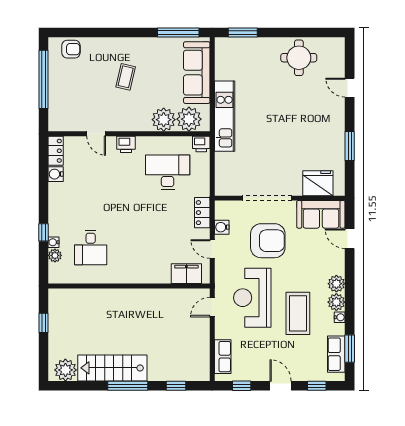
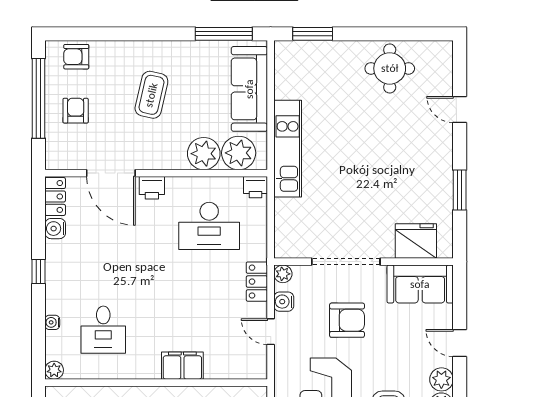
armchair: (71, 49) -> (76, 57), turned 180
coffee table: (126, 77) -> (151, 95), width x1.36, depth x1.30
armchair: (70, 88) -> (76, 111), added
door: (96, 134) -> (111, 173), width x1.87
desk: (168, 172) -> (209, 226), turned 180
plant: (221, 207) -> (283, 274), added
window: (44, 232) -> (38, 272), moved
door: (350, 239) -> (460, 343), moved
armchair: (268, 241) -> (347, 320), width x0.73, depth x0.73
plant: (55, 255) -> (54, 370), moved
filing cabinet: (186, 274) -> (182, 366), moved

